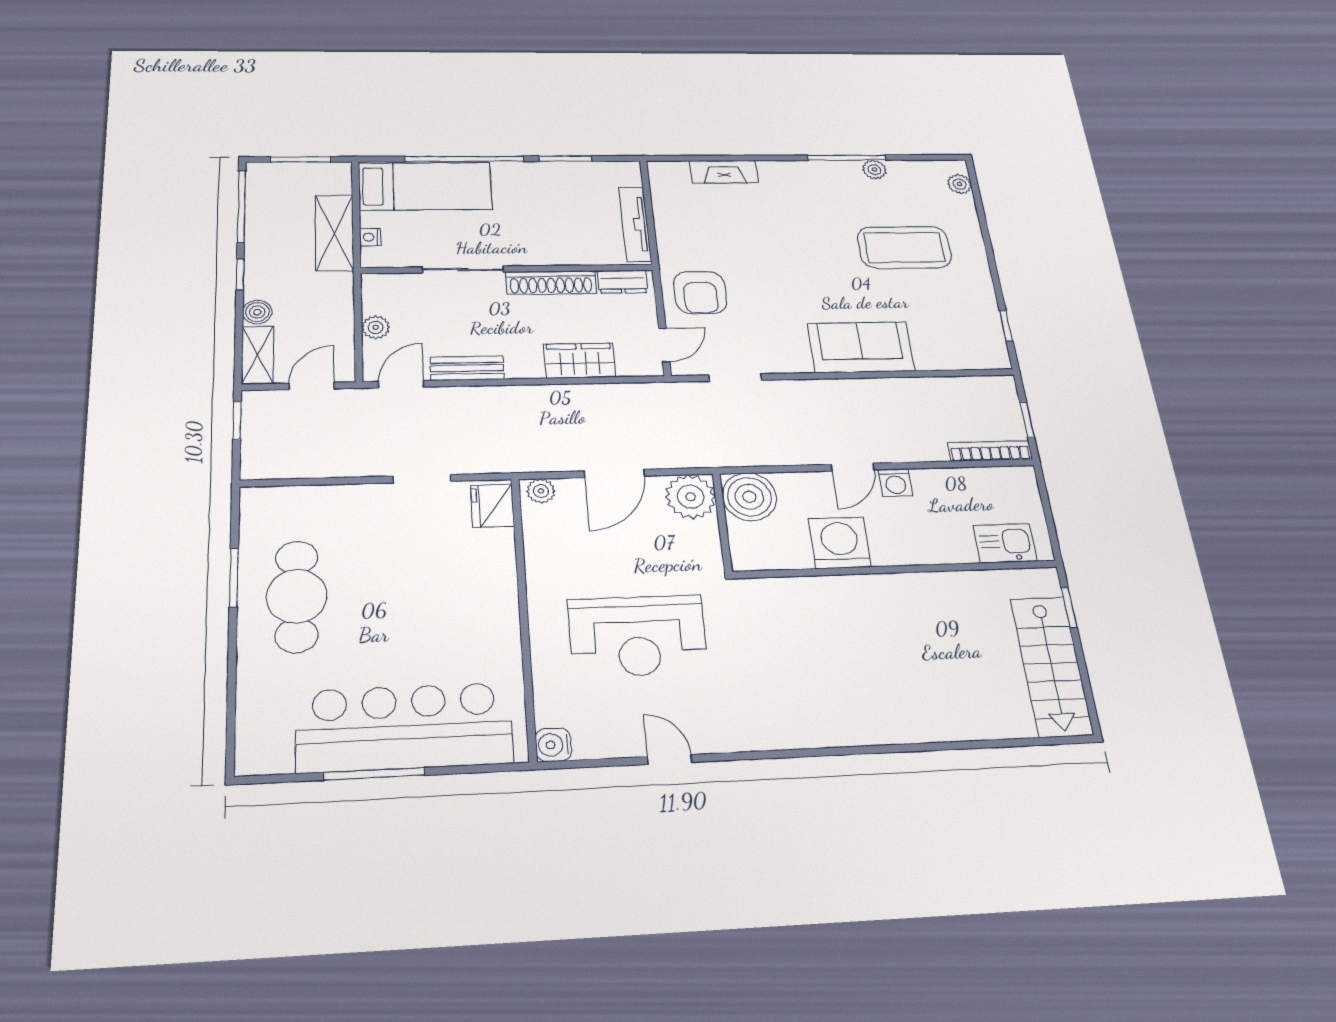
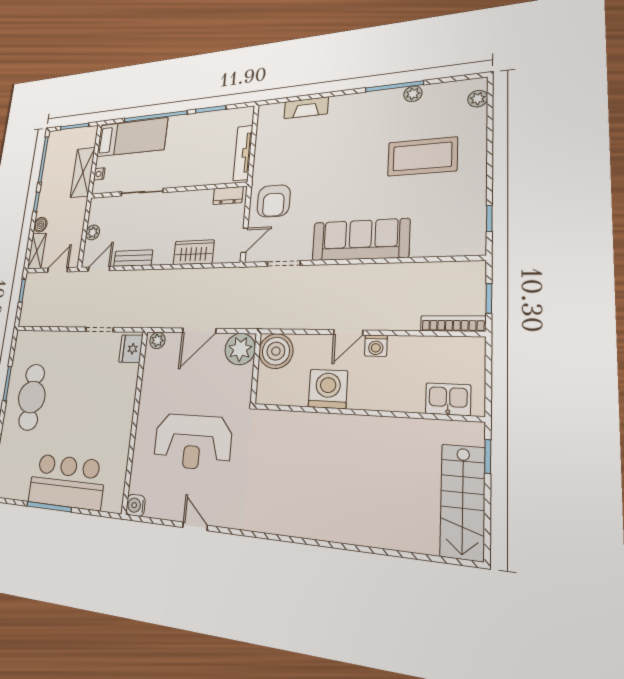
shoe rack: (551, 283) -> (187, 198), removed
sofa: (861, 347) -> (360, 240), width x1.36
bar counter: (404, 727) -> (67, 482), width x0.73

